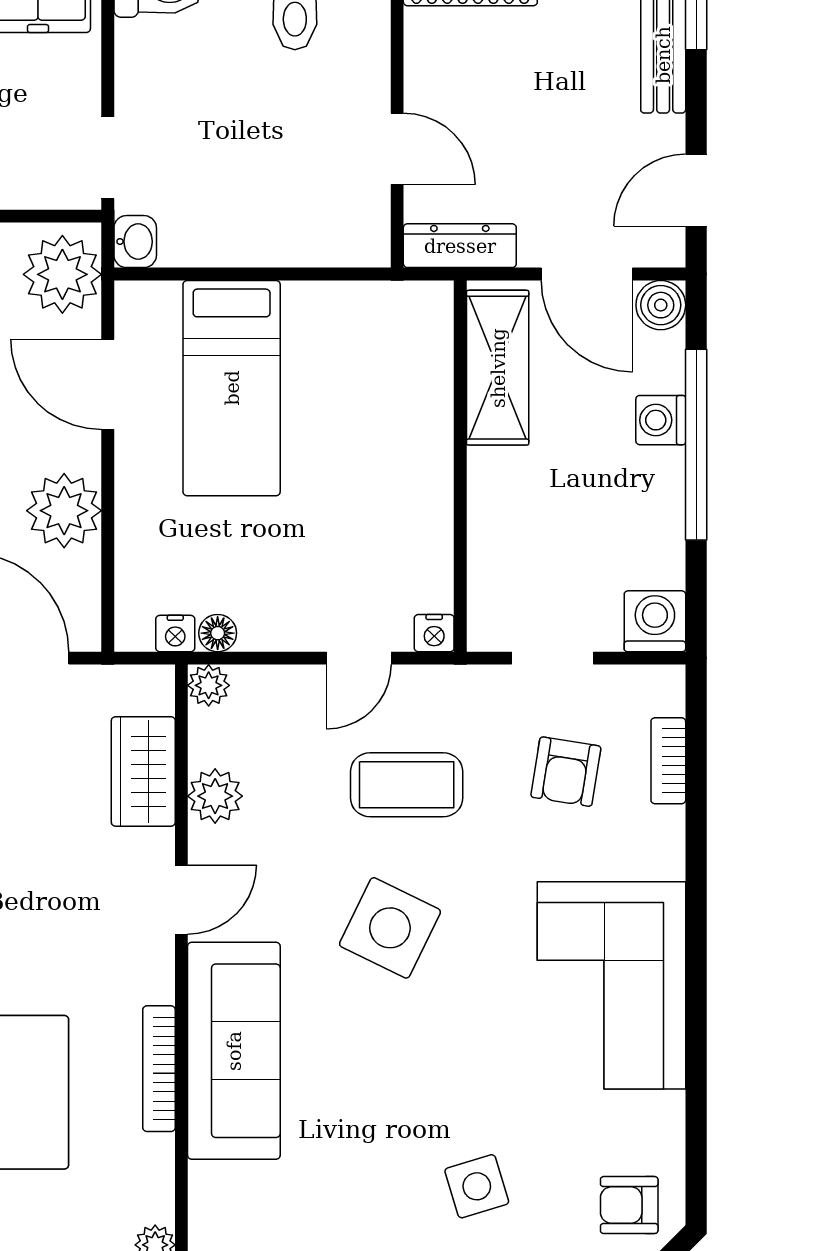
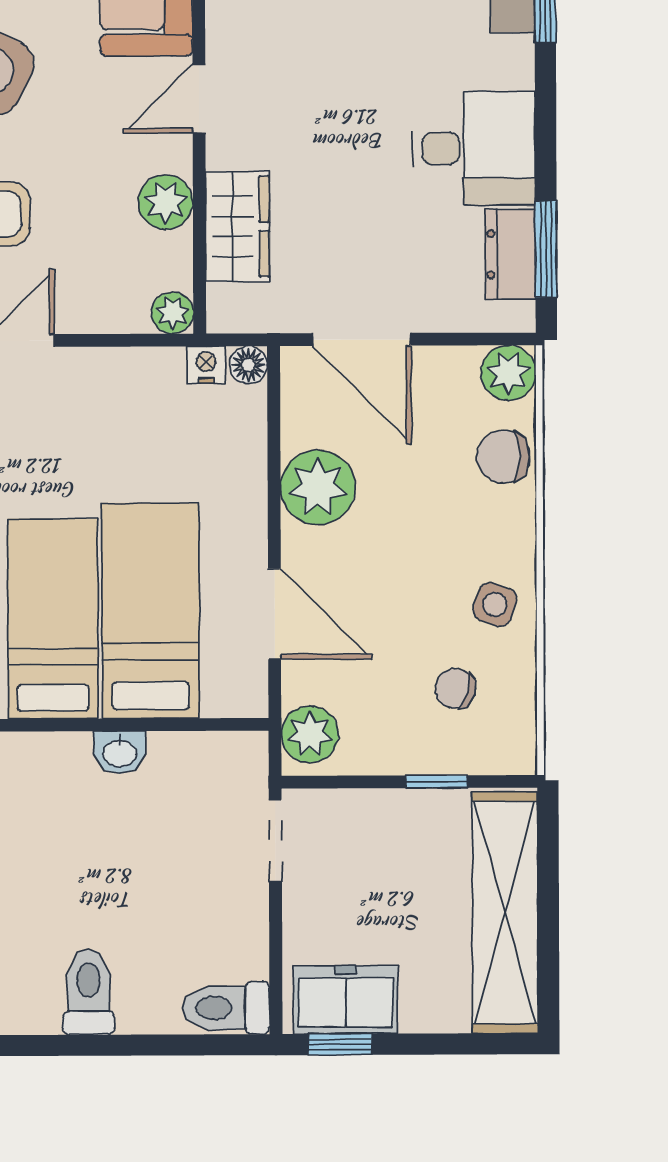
washbasin: (135, 242) -> (120, 752), moved, turned -90
plant: (62, 274) -> (310, 734), width x0.73, depth x0.73
bed: (329, 380) -> (53, 619), added
floor lamp: (218, 633) -> (248, 365), moved

